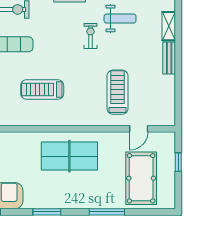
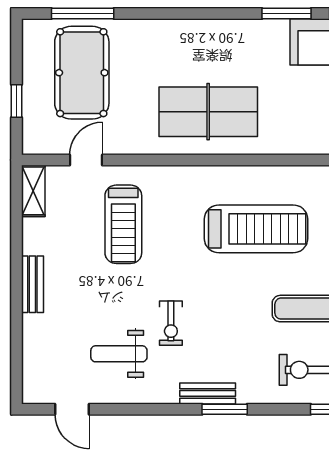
shelving: (169, 26) -> (33, 191), moved
treadmill: (42, 90) -> (256, 229), width x1.37, depth x1.38
window: (47, 212) -> (286, 13), moved
window: (107, 212) -> (83, 13), moved

